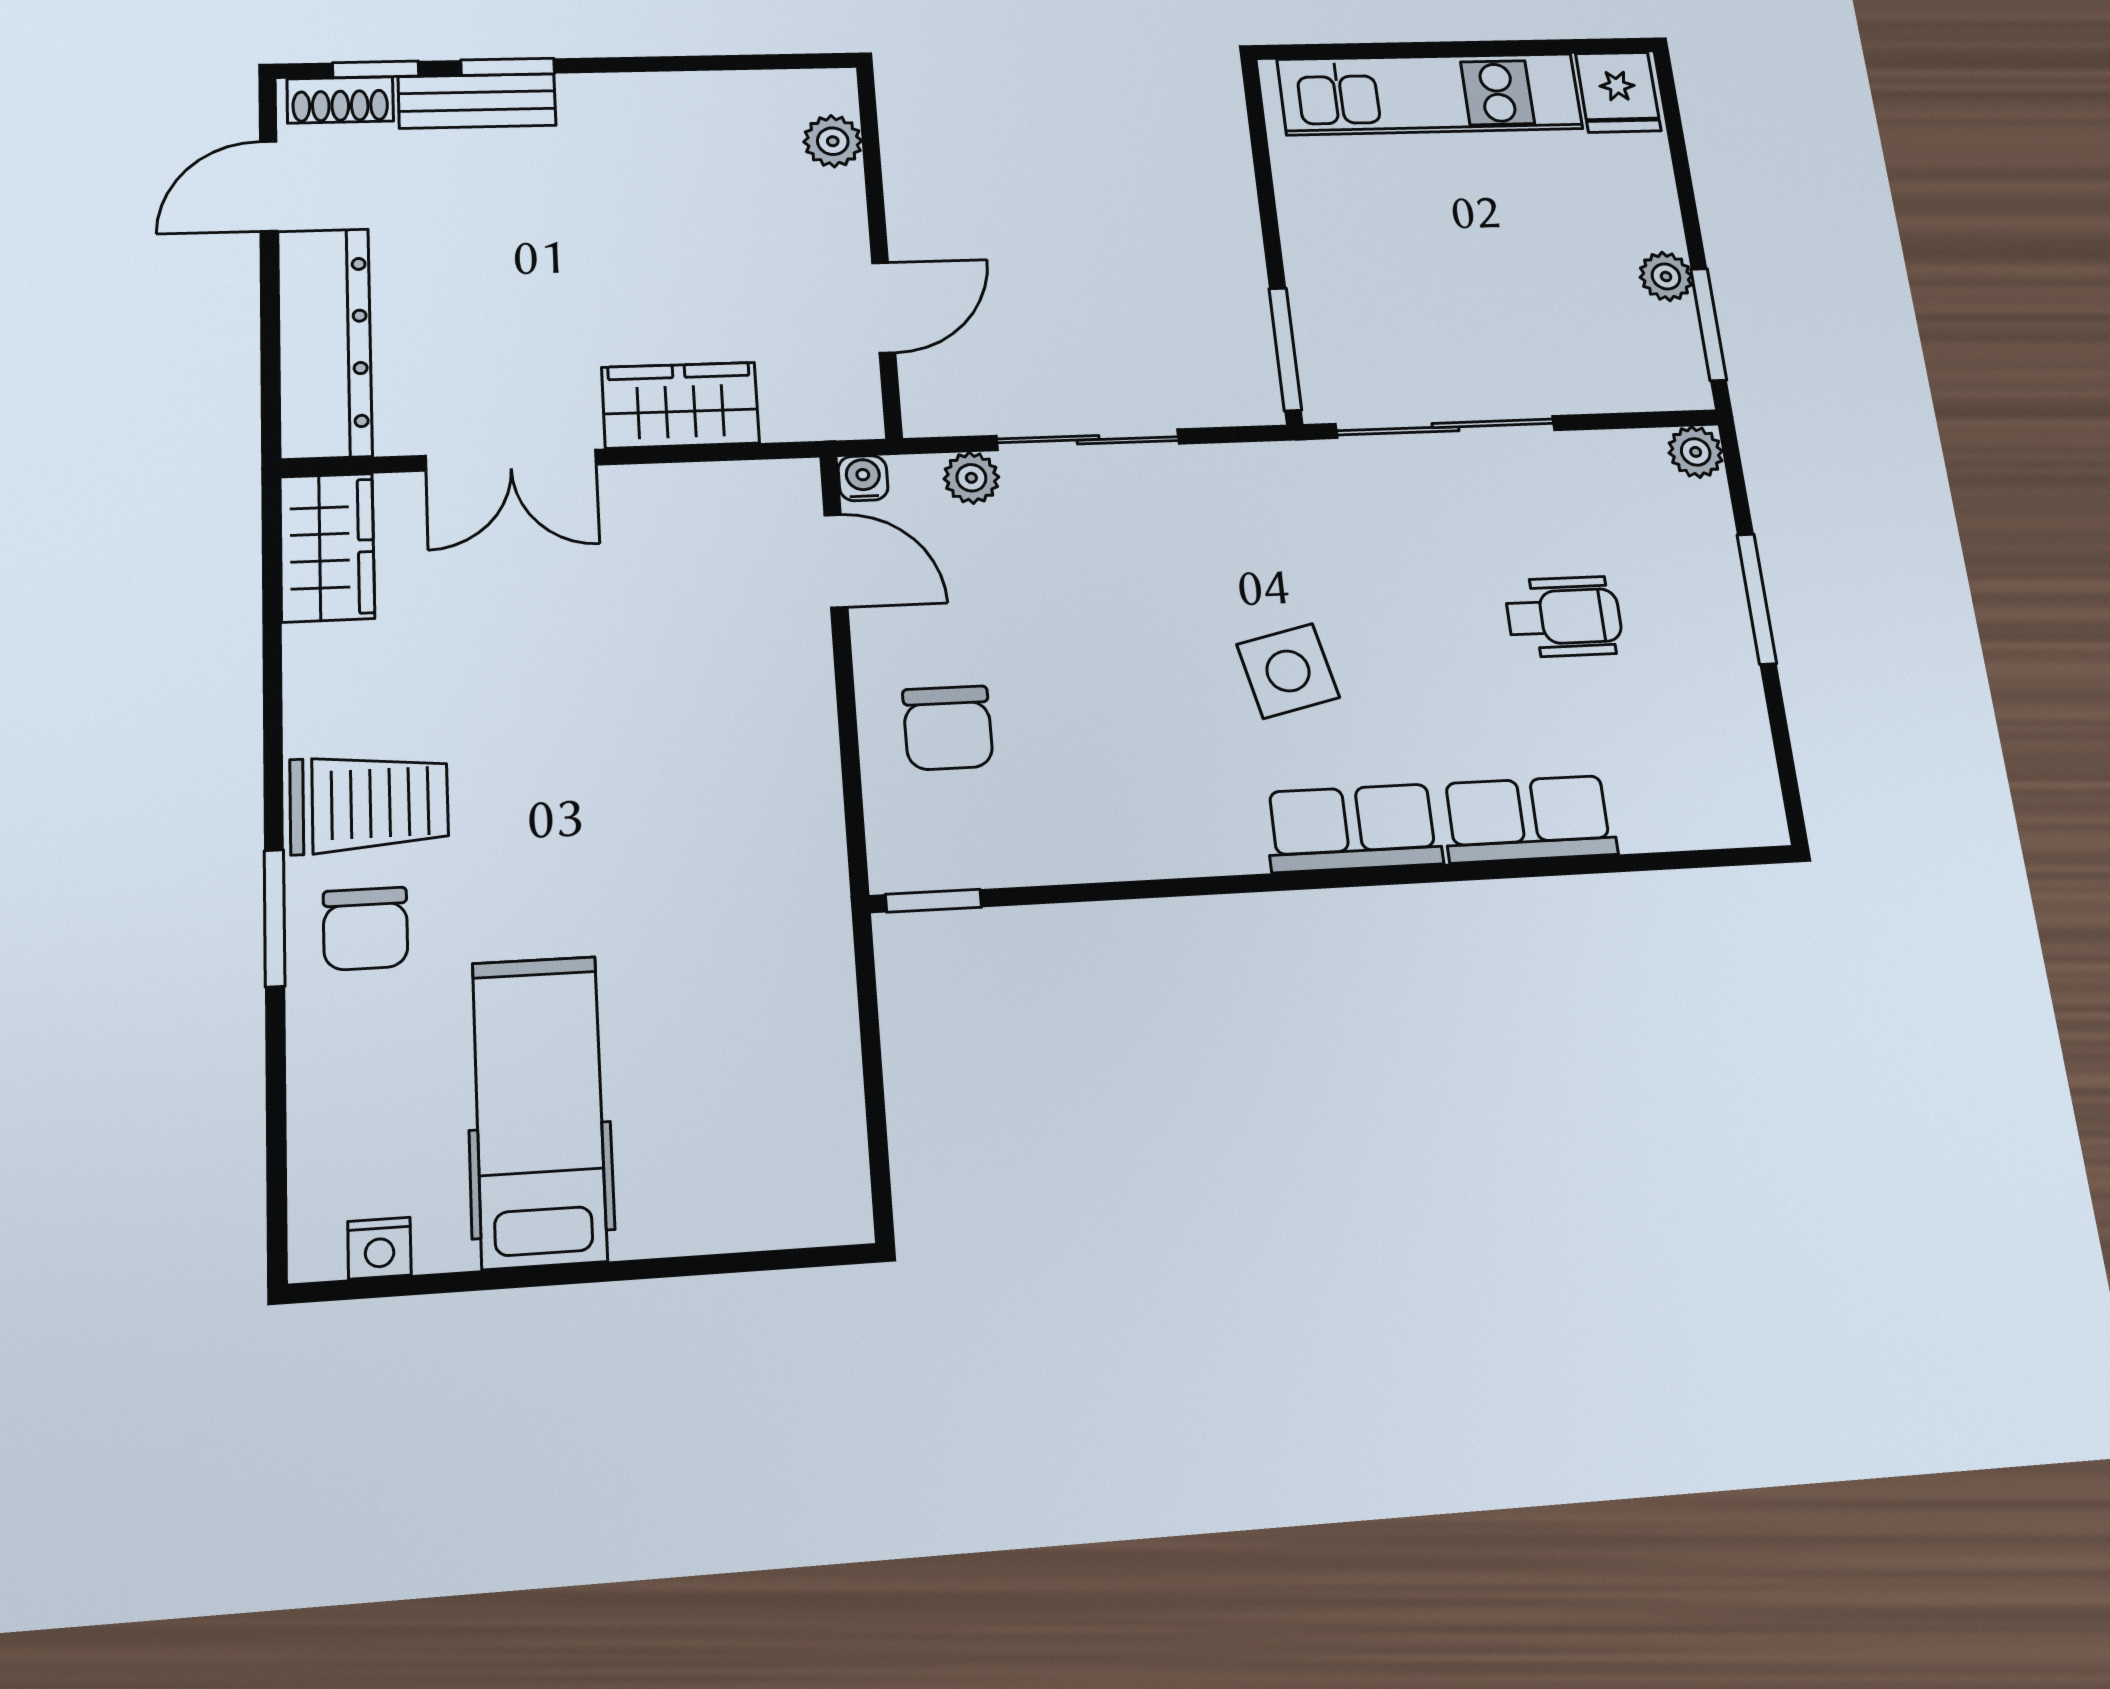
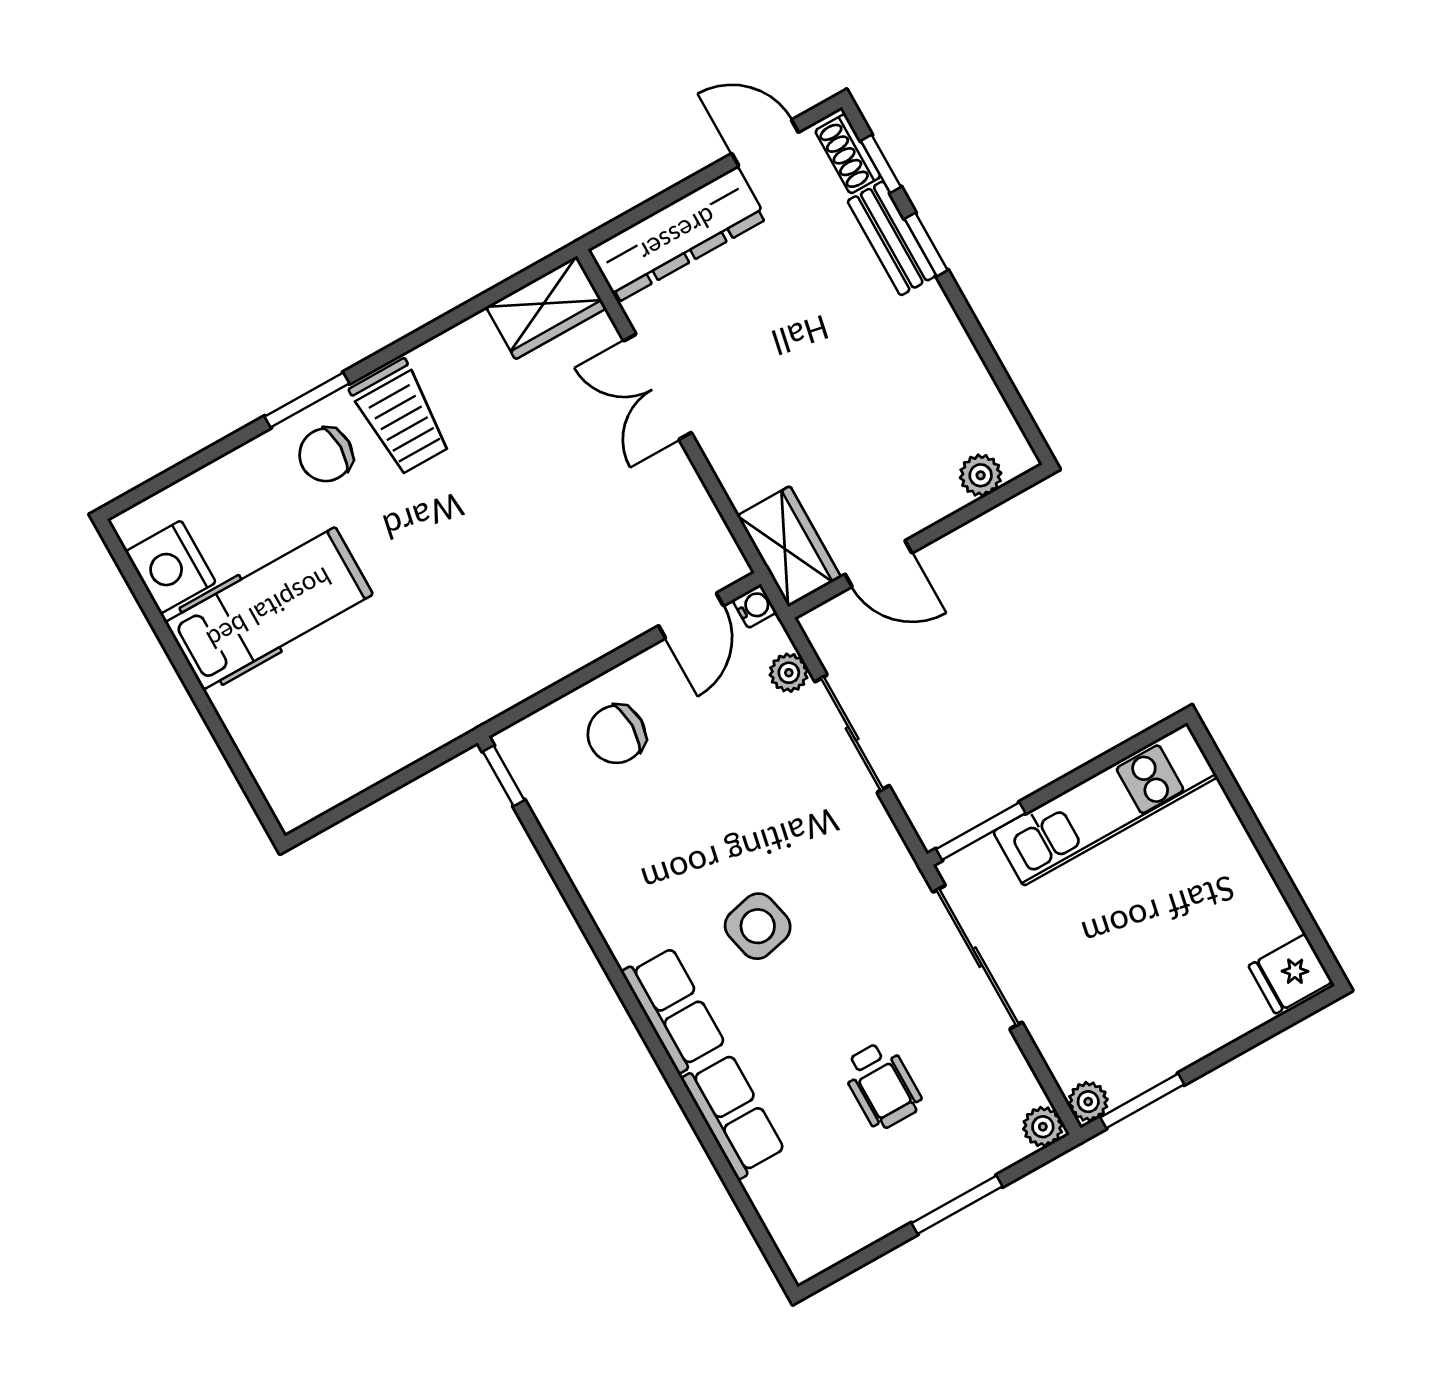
kitchen unit: (1430, 94) -> (1105, 804), moved, turned -90
plant: (1666, 277) -> (1088, 1102), moved
wardrobe: (680, 405) -> (789, 546), moved
nightstand: (379, 1248) -> (171, 567), width x1.89, depth x1.79

